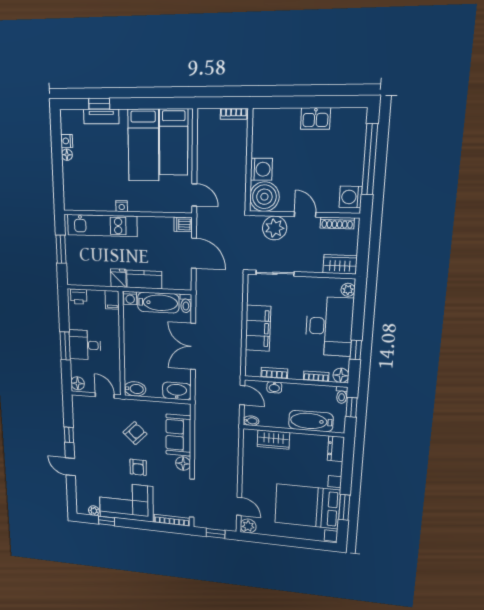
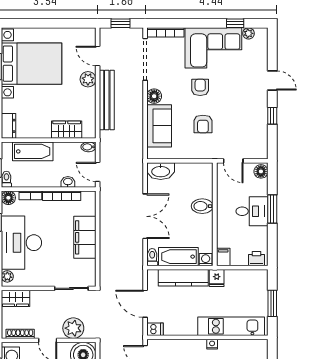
kitchen counter: (144, 280) -> (183, 278), width x1.50
bookcase: (274, 373) -> (62, 196), width x1.56
bidet: (135, 389) -> (202, 206), moved
armchair: (135, 433) -> (203, 124), turned -44
bench: (231, 464) -> (107, 100), added
plant: (248, 526) -> (88, 79), moved

